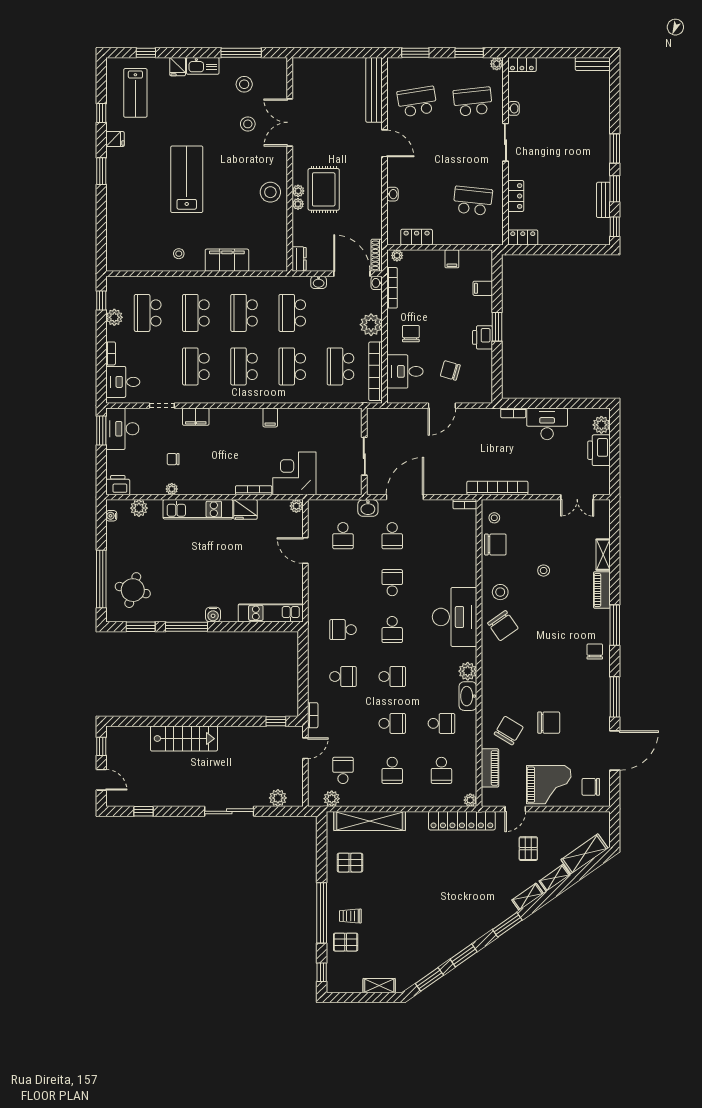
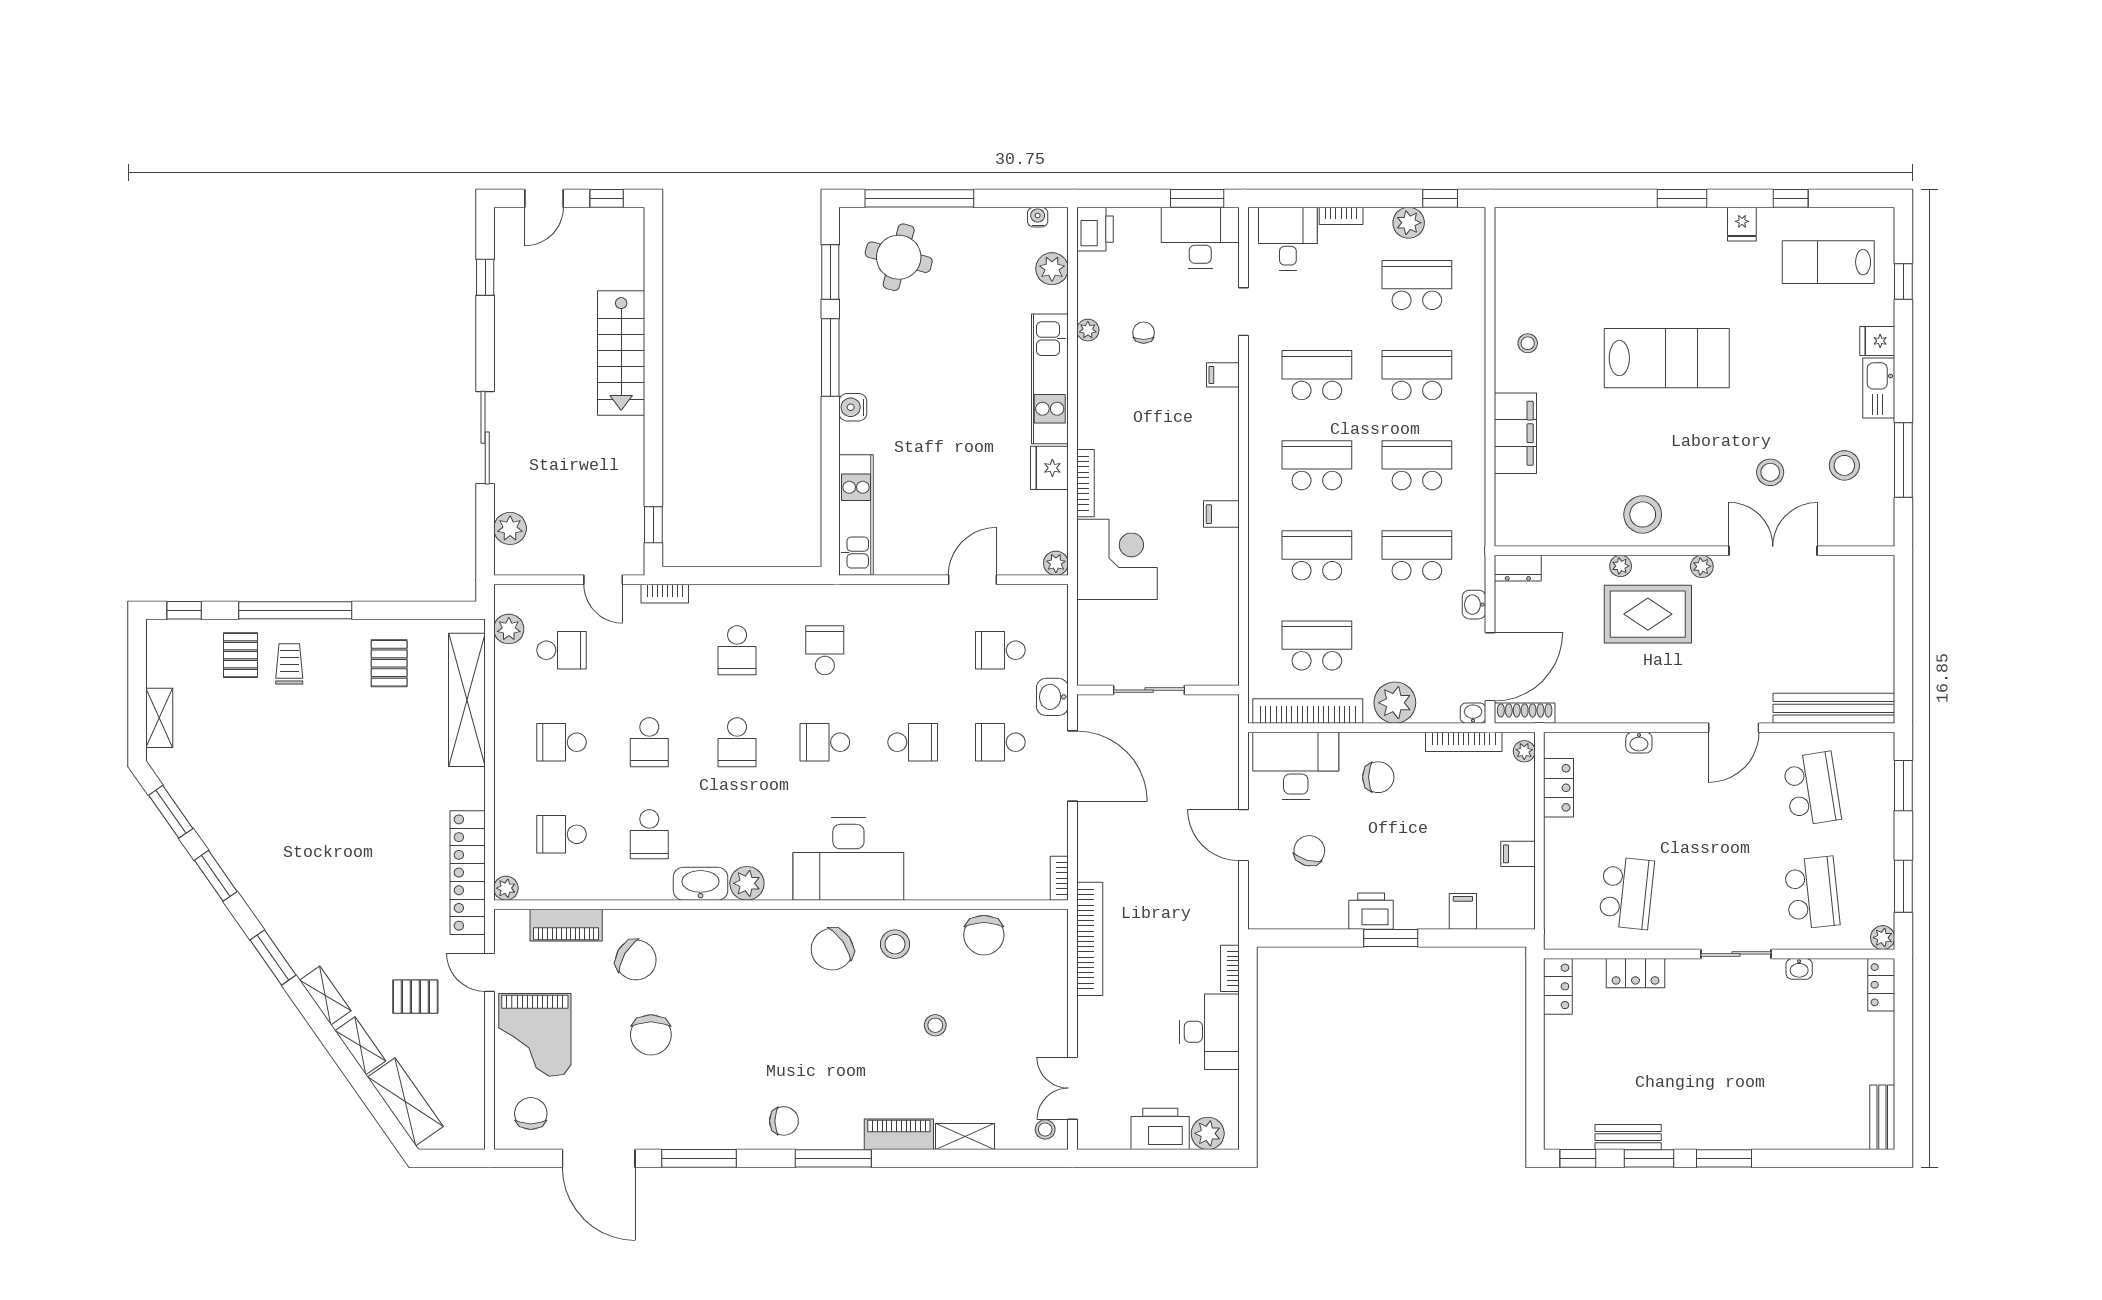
plant: (298, 191) -> (1702, 566), moved
desk: (405, 371) -> (1296, 766), width x1.37
filing cabinet: (196, 417) -> (1223, 375), width x0.50
stool: (494, 518) -> (1045, 1129), moved

